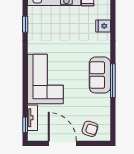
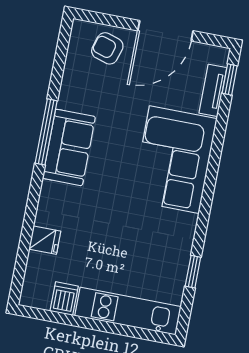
door: (62, 143) -> (165, 31), hinge flipped

